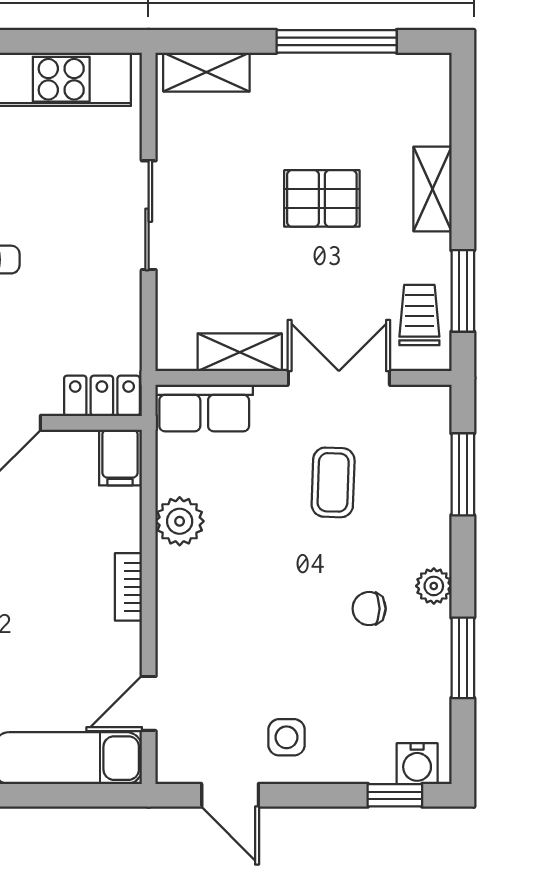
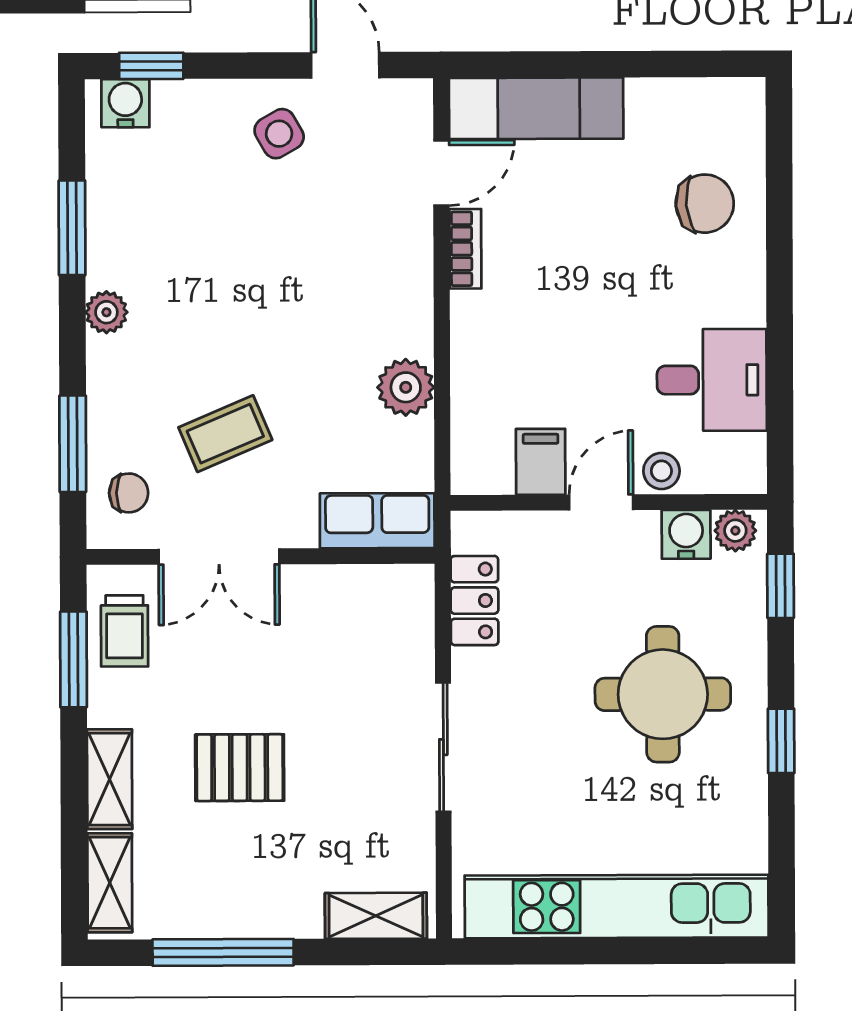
shelving: (240, 352) -> (110, 883), moved, turned 90
locker: (102, 396) -> (474, 601), moved, turned -90
filing cabinet: (120, 458) -> (541, 462), moved
coffee table: (333, 482) -> (225, 434), turned 65
bookcase: (128, 587) -> (465, 249), moved
chair: (369, 609) -> (129, 493), moved
side table: (287, 737) -> (279, 134), turned -30

